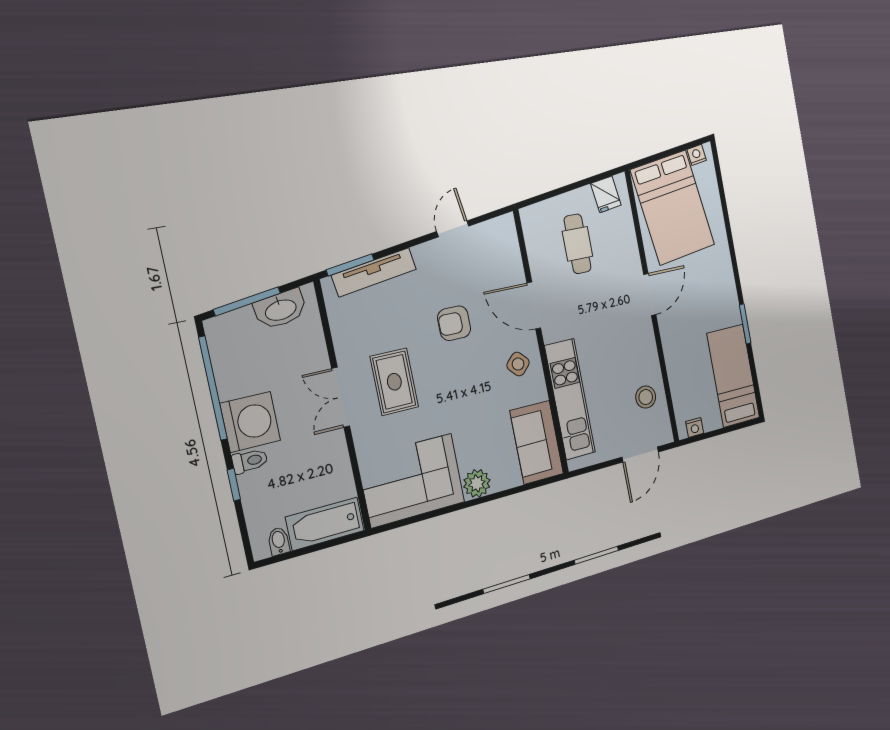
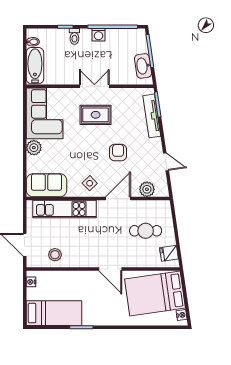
plant: (508, 255) -> (147, 189), added
washing machine: (250, 422) -> (99, 35), width x0.53, depth x0.53

